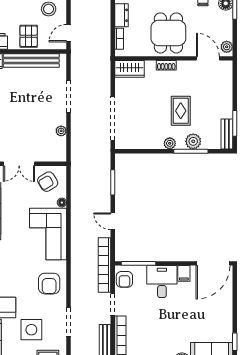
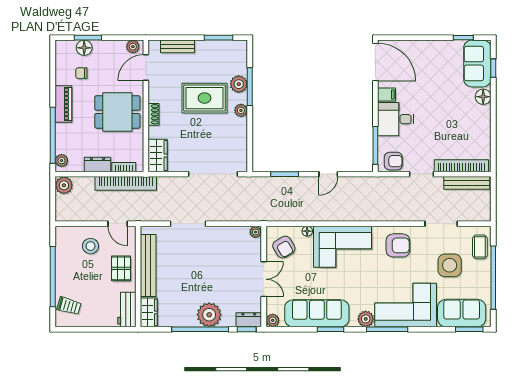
pallet: (29, 36) -> (121, 268), turned 90
rug: (181, 111) -> (204, 98), width x1.36, depth x1.43
plant: (61, 131) -> (255, 232), moved
bench: (227, 134) -> (178, 46), moved
bookcase: (105, 265) -> (126, 183), moved

